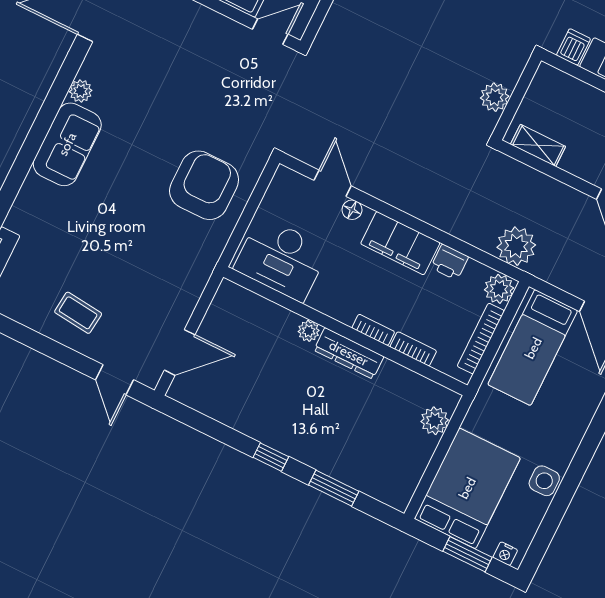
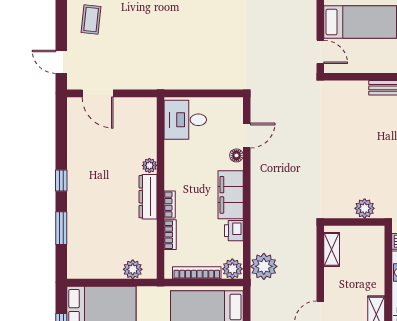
plant: (495, 97) -> (365, 208), moved
armchair: (204, 185) -> (207, 58), removed
desk: (281, 259) -> (185, 120), width x0.73
door: (114, 380) -> (61, 62), hinge flipped

